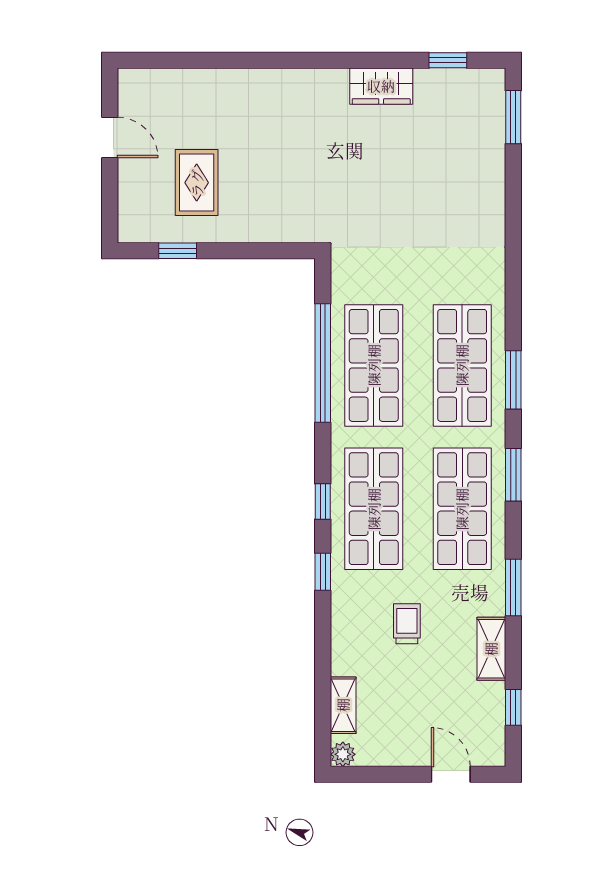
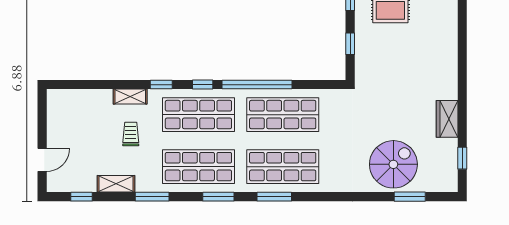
window: (513, 117) -> (410, 197), moved
spiral stairs: (458, 177) -> (393, 164), added
window: (253, 251) -> (350, 44), added
window: (323, 363) -> (257, 85), moved
trolley: (407, 624) -> (131, 134), turned -90
shelving: (343, 705) -> (130, 97), moved
plant: (343, 754) -> (54, 96), removed

